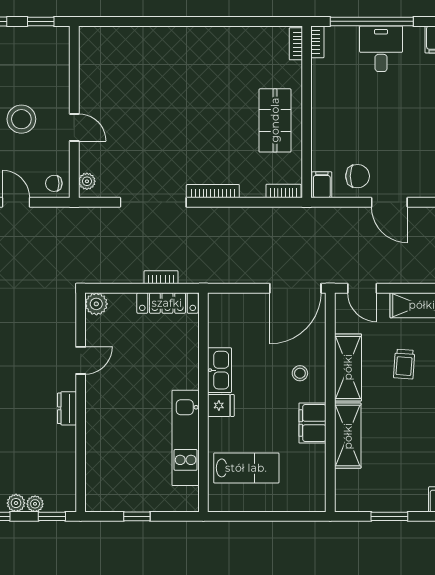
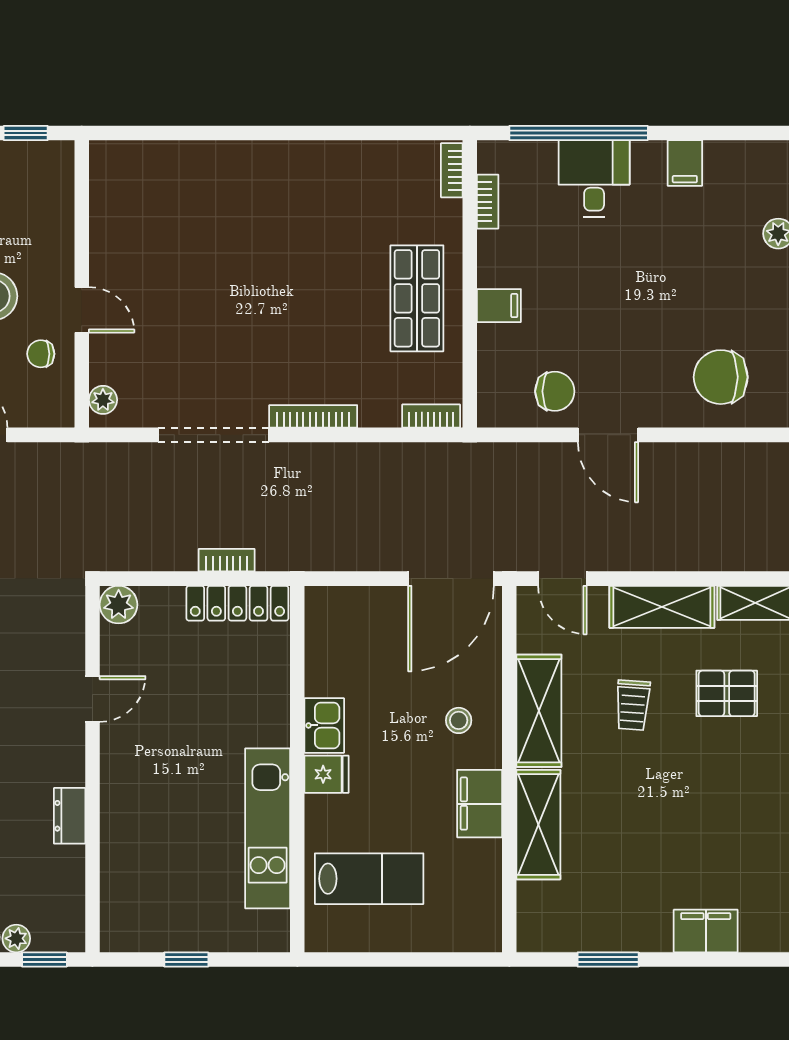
bookcase: (317, 42) -> (488, 202), moved
chair: (54, 183) -> (41, 354), moved
filing cabinet: (322, 185) -> (499, 306), moved, turned 90
kitchen sink: (219, 370) -> (324, 725), width x0.73
dresser: (67, 408) -> (70, 816), moved

